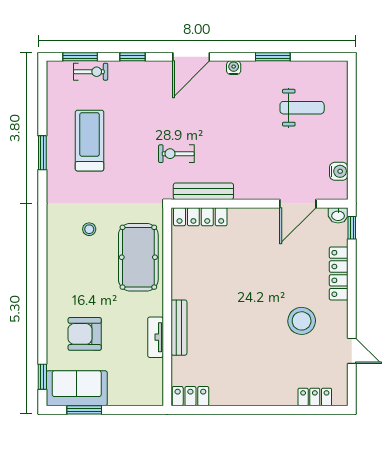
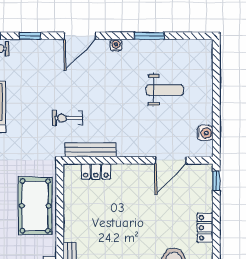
weight bench: (302, 108) -> (165, 90), moved
washbasin: (338, 215) -> (205, 170), removed
locker: (200, 217) -> (96, 172), width x0.66
locker: (339, 273) -> (205, 228), width x0.66

